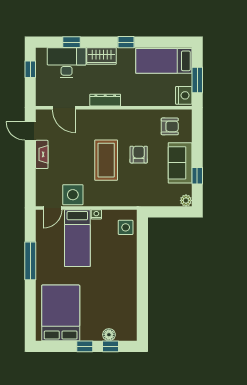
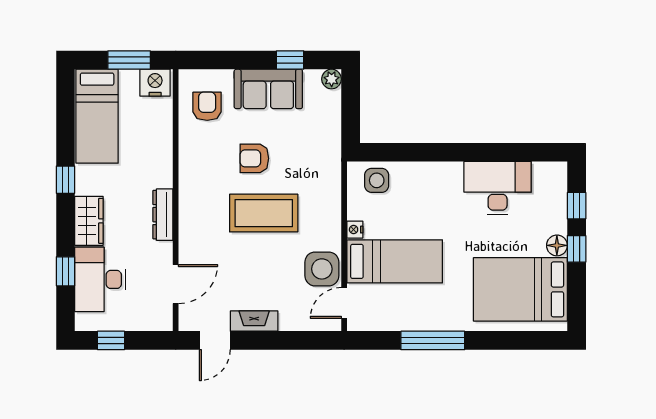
door: (53, 208) -> (344, 303), swing flipped
desk: (121, 299) -> (498, 188), added
floor lamp: (109, 335) -> (557, 245), moved

